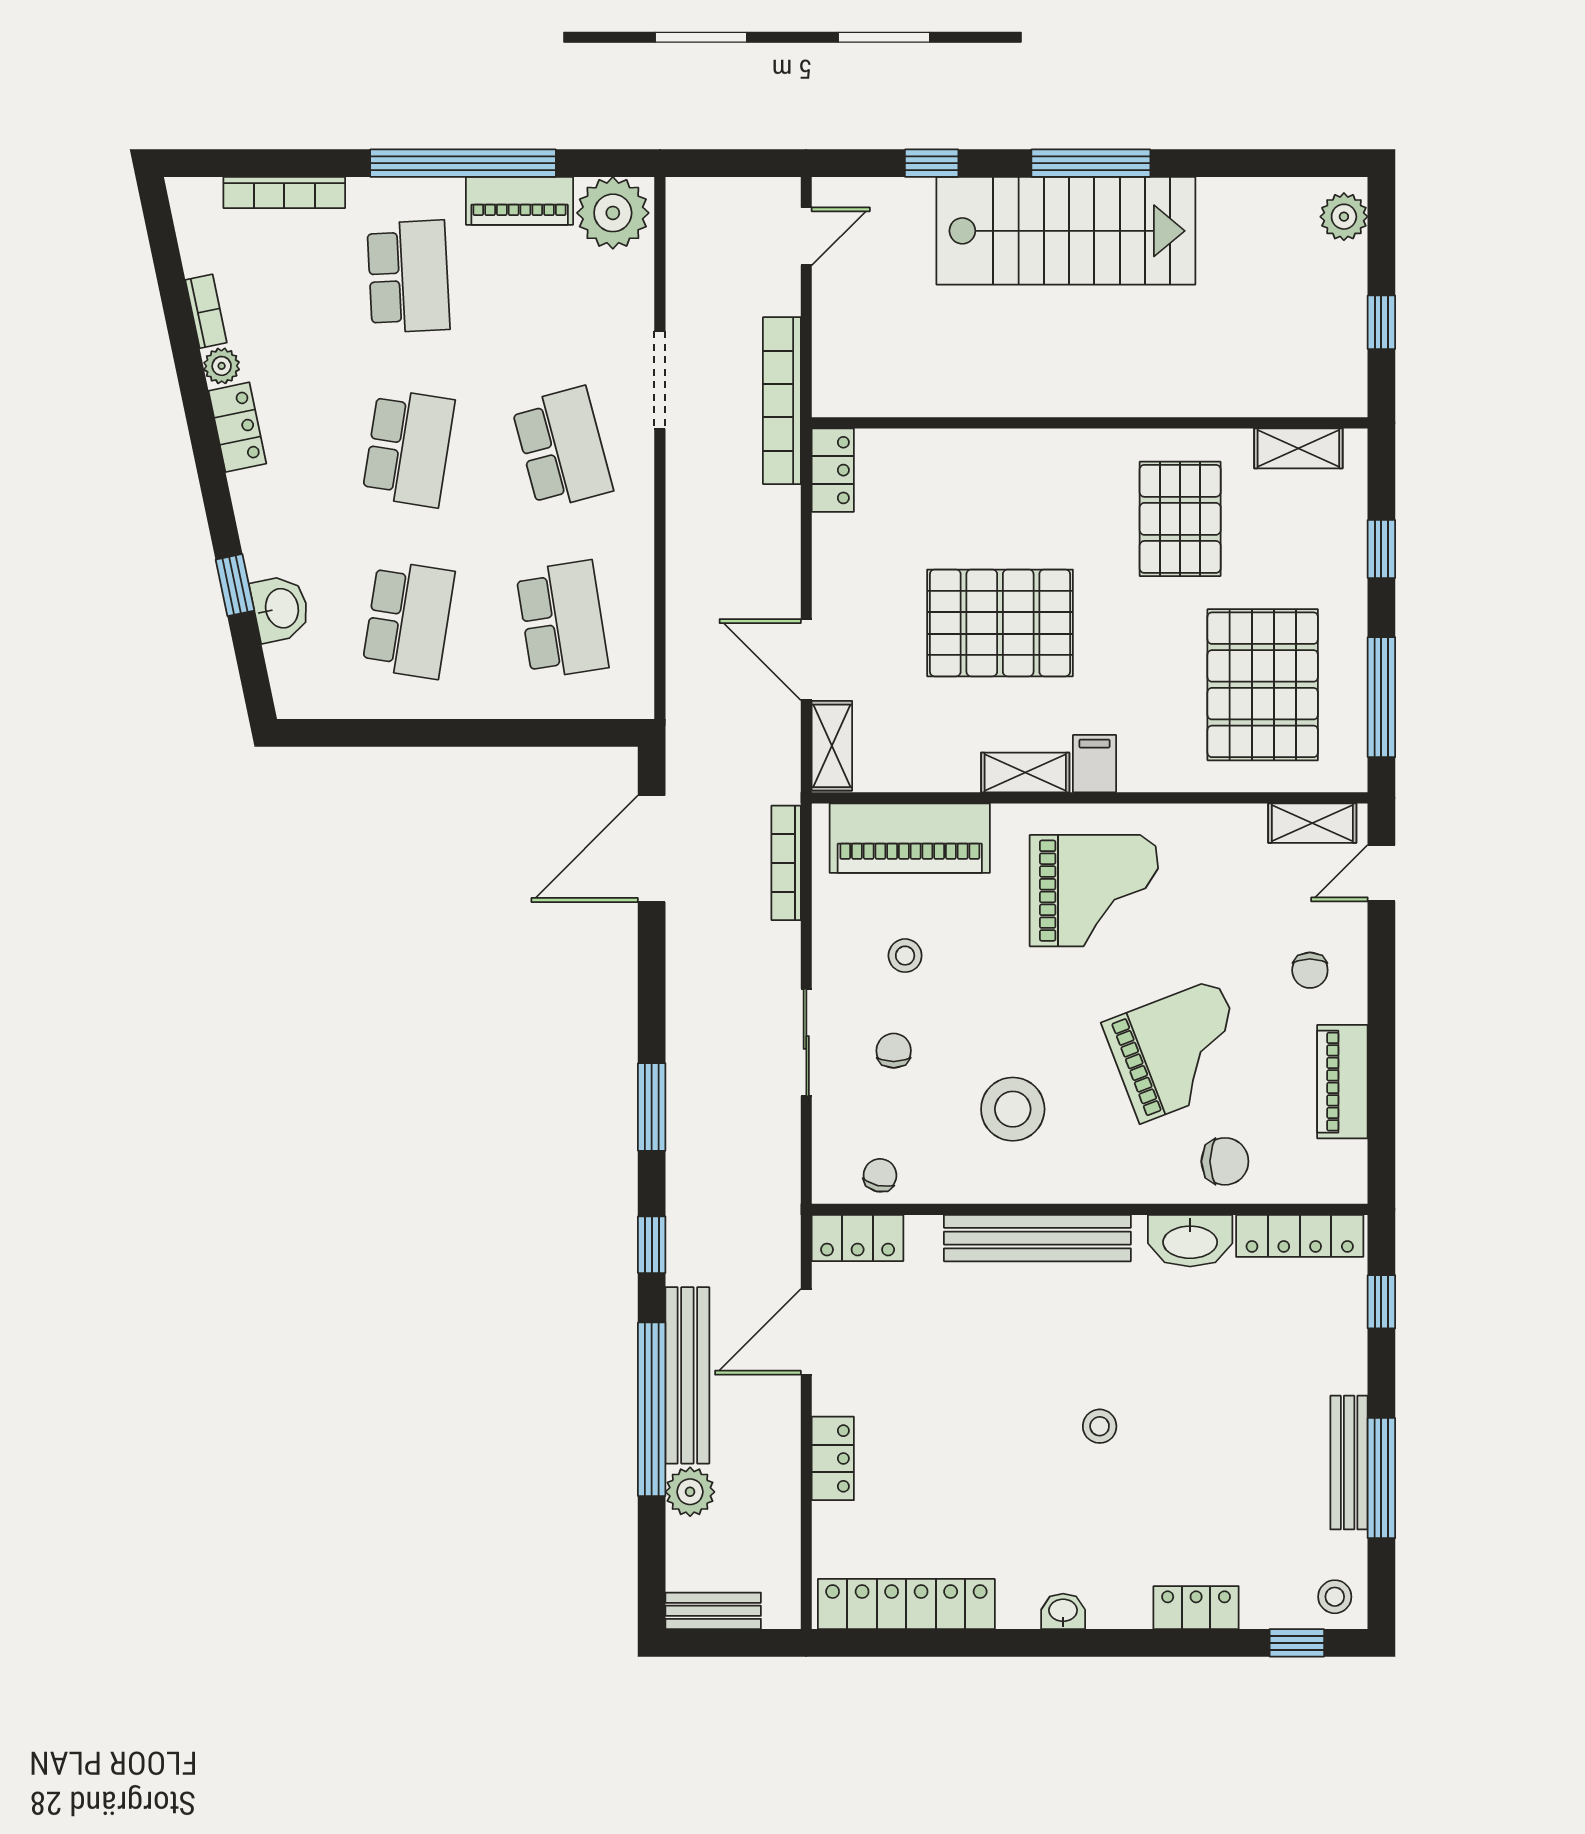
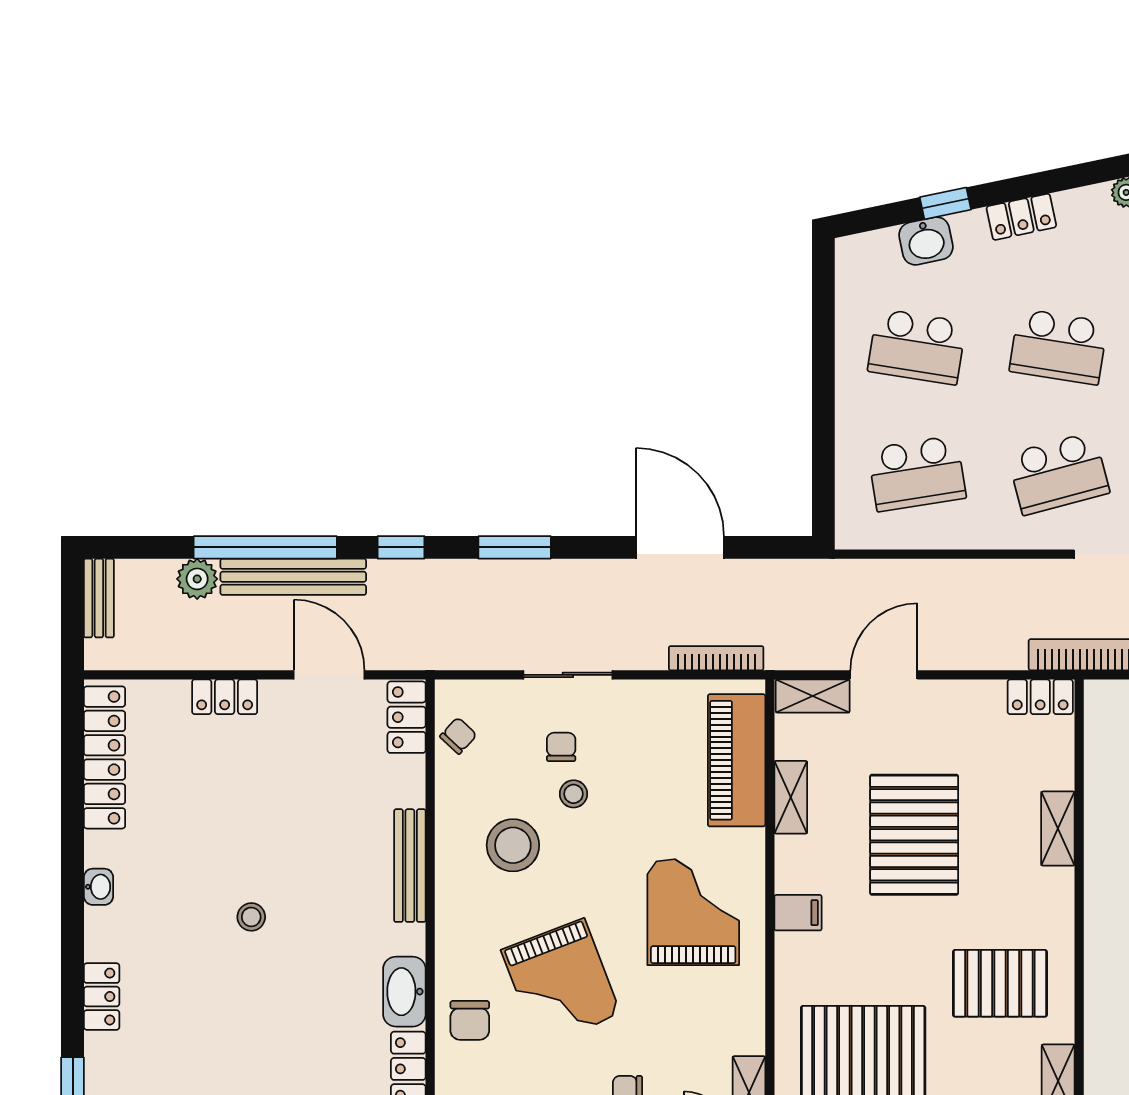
locker: (237, 427) -> (1021, 217), moved
shelving: (993, 449) -> (1058, 829), added
shelving: (1025, 772) -> (791, 797), moved
door: (652, 849) -> (680, 547), moved
grand piano: (1094, 891) -> (693, 912), turned 180
stool: (905, 956) -> (573, 794), moved
chair: (894, 1051) -> (561, 747), turned -90
chair: (880, 1175) -> (458, 736), turned -60
bench: (1037, 1238) -> (410, 866), width x0.73, depth x0.82

